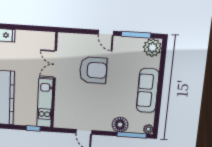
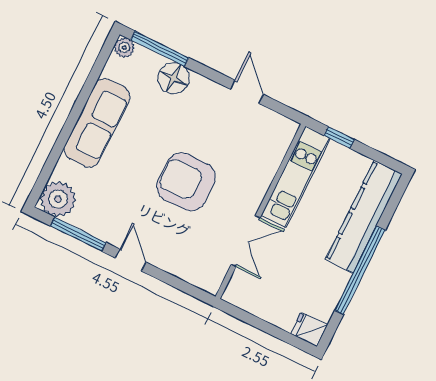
armchair: (93, 70) -> (186, 182), moved

